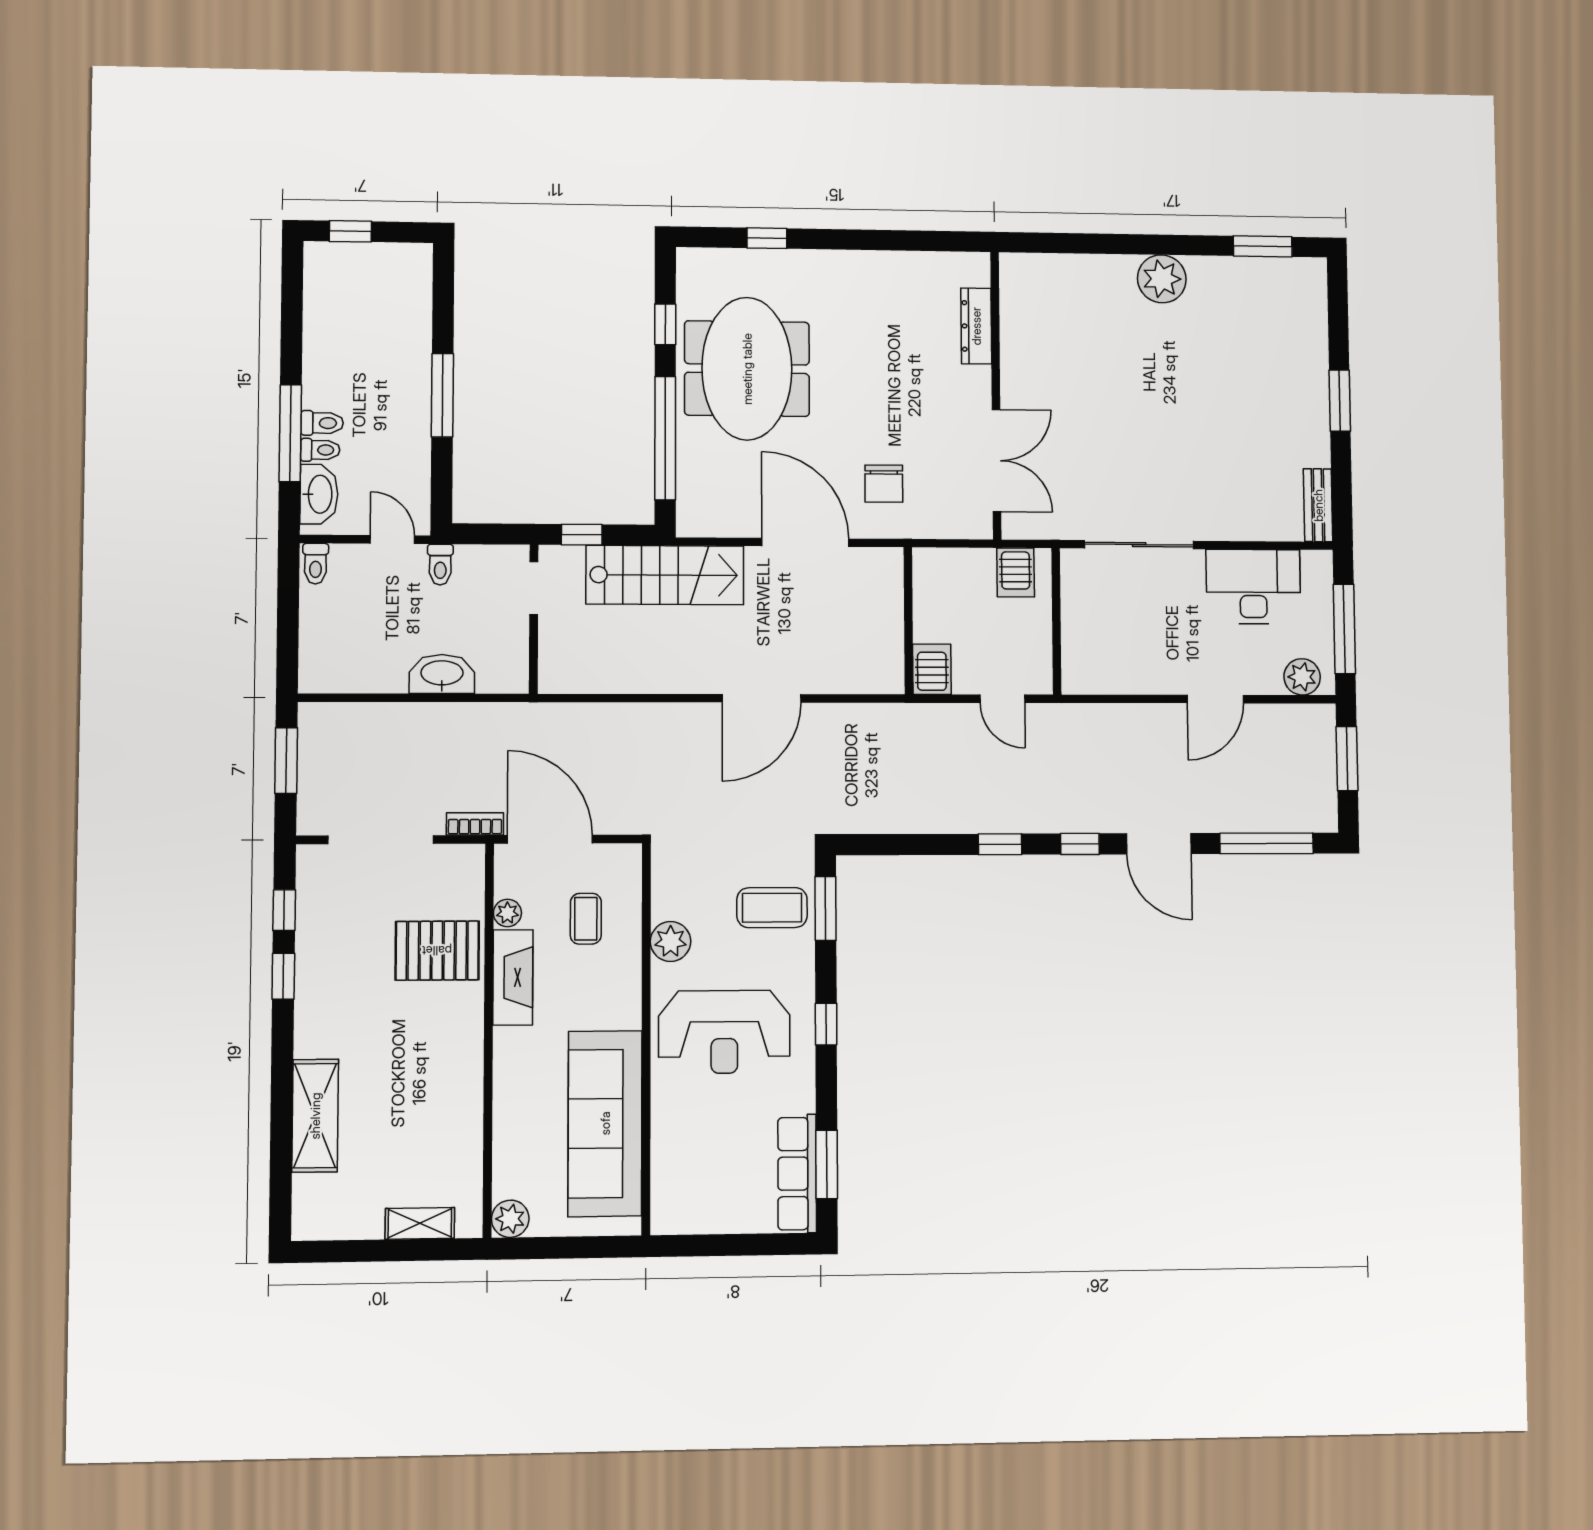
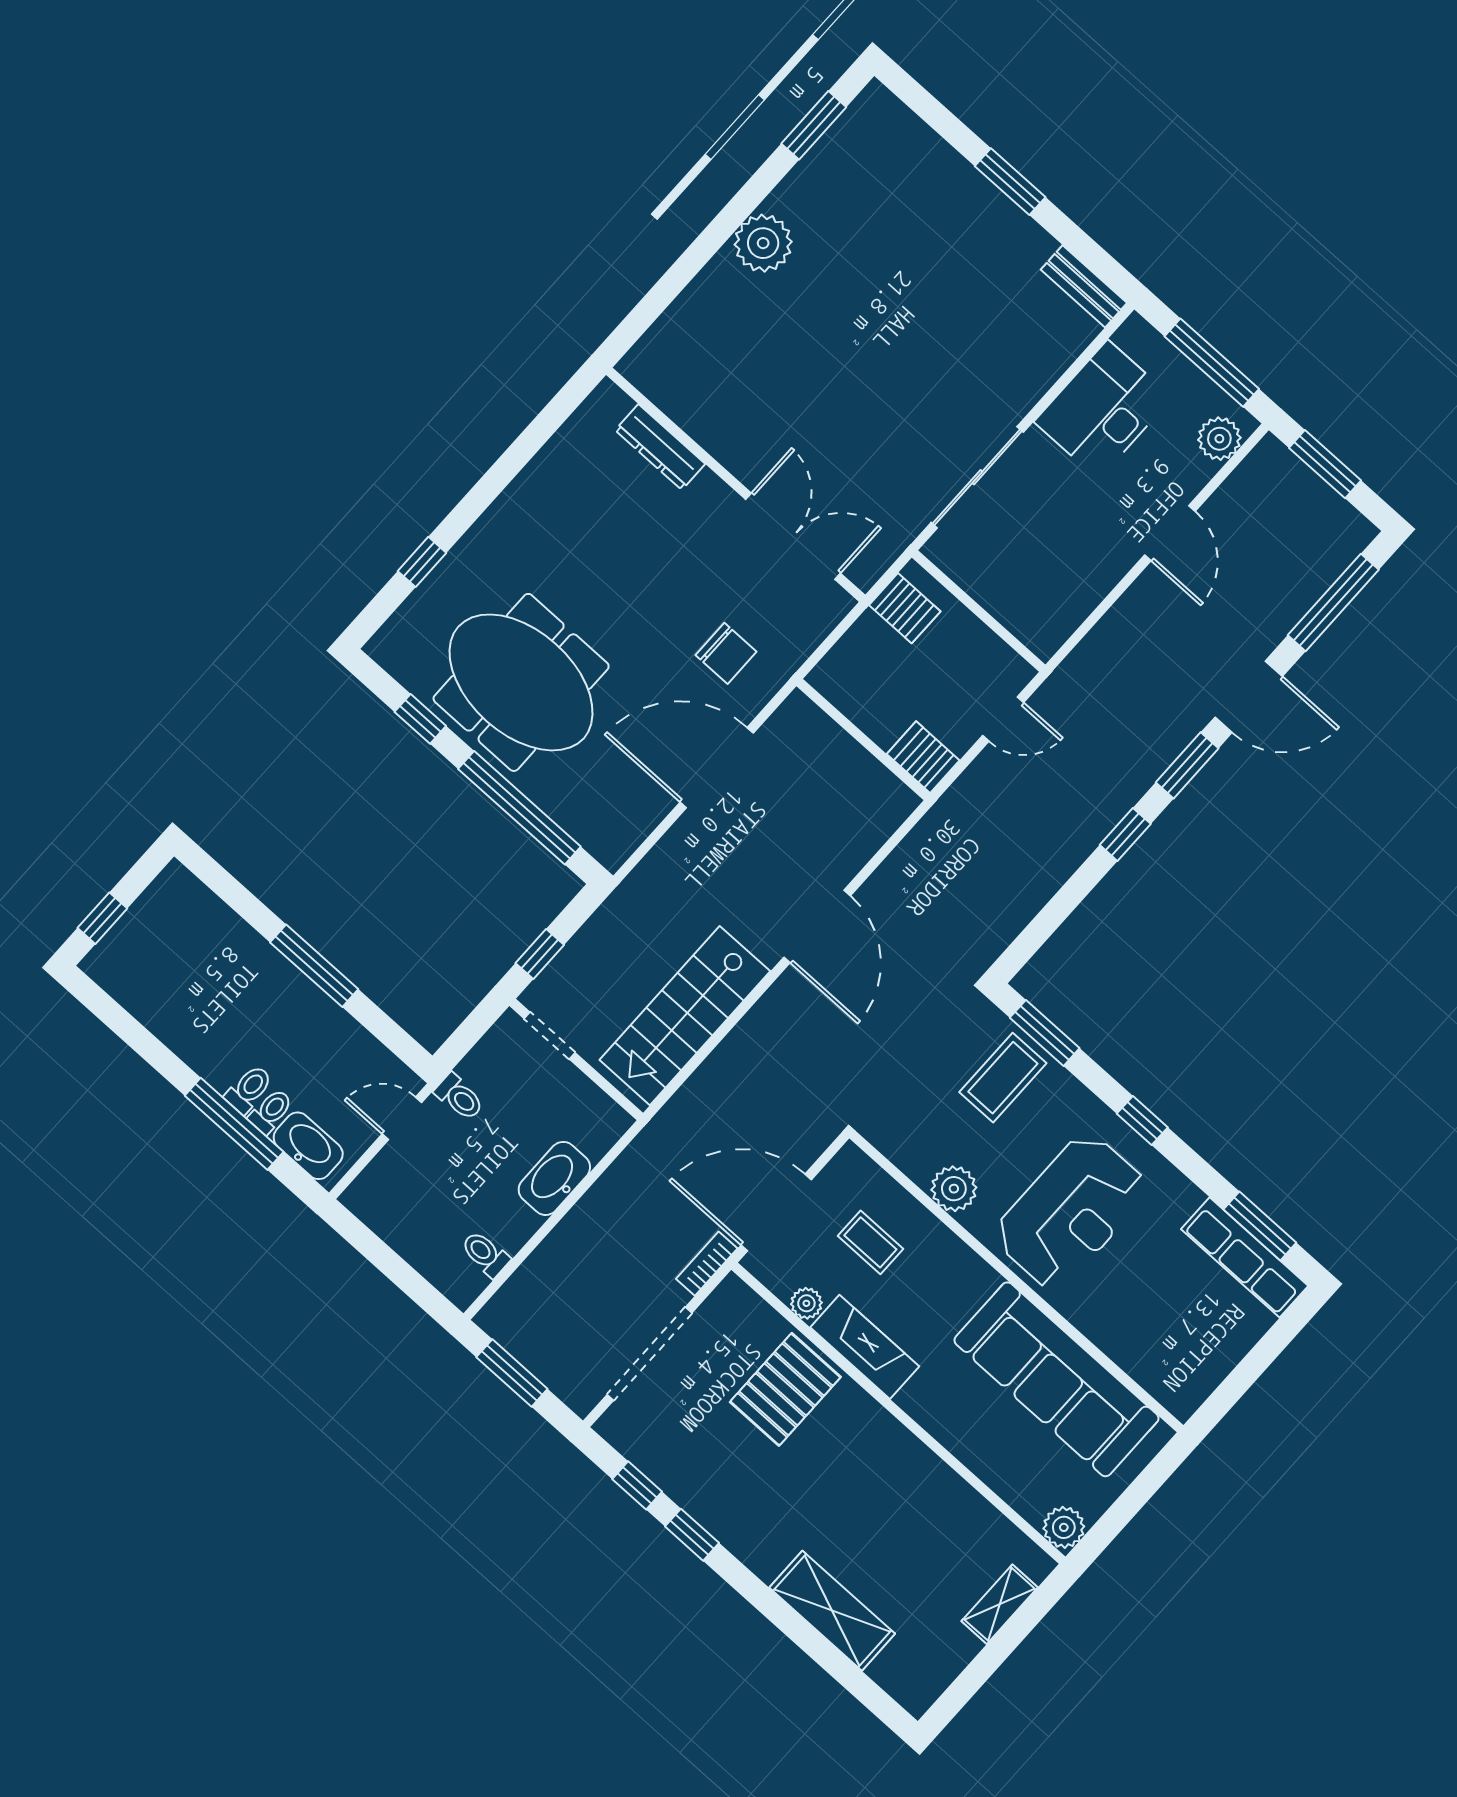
toilet: (316, 564) -> (485, 1254), moved, turned 180
stairs: (665, 575) -> (685, 1016), moved, turned 180
window: (1080, 844) -> (1187, 765), width x1.50

